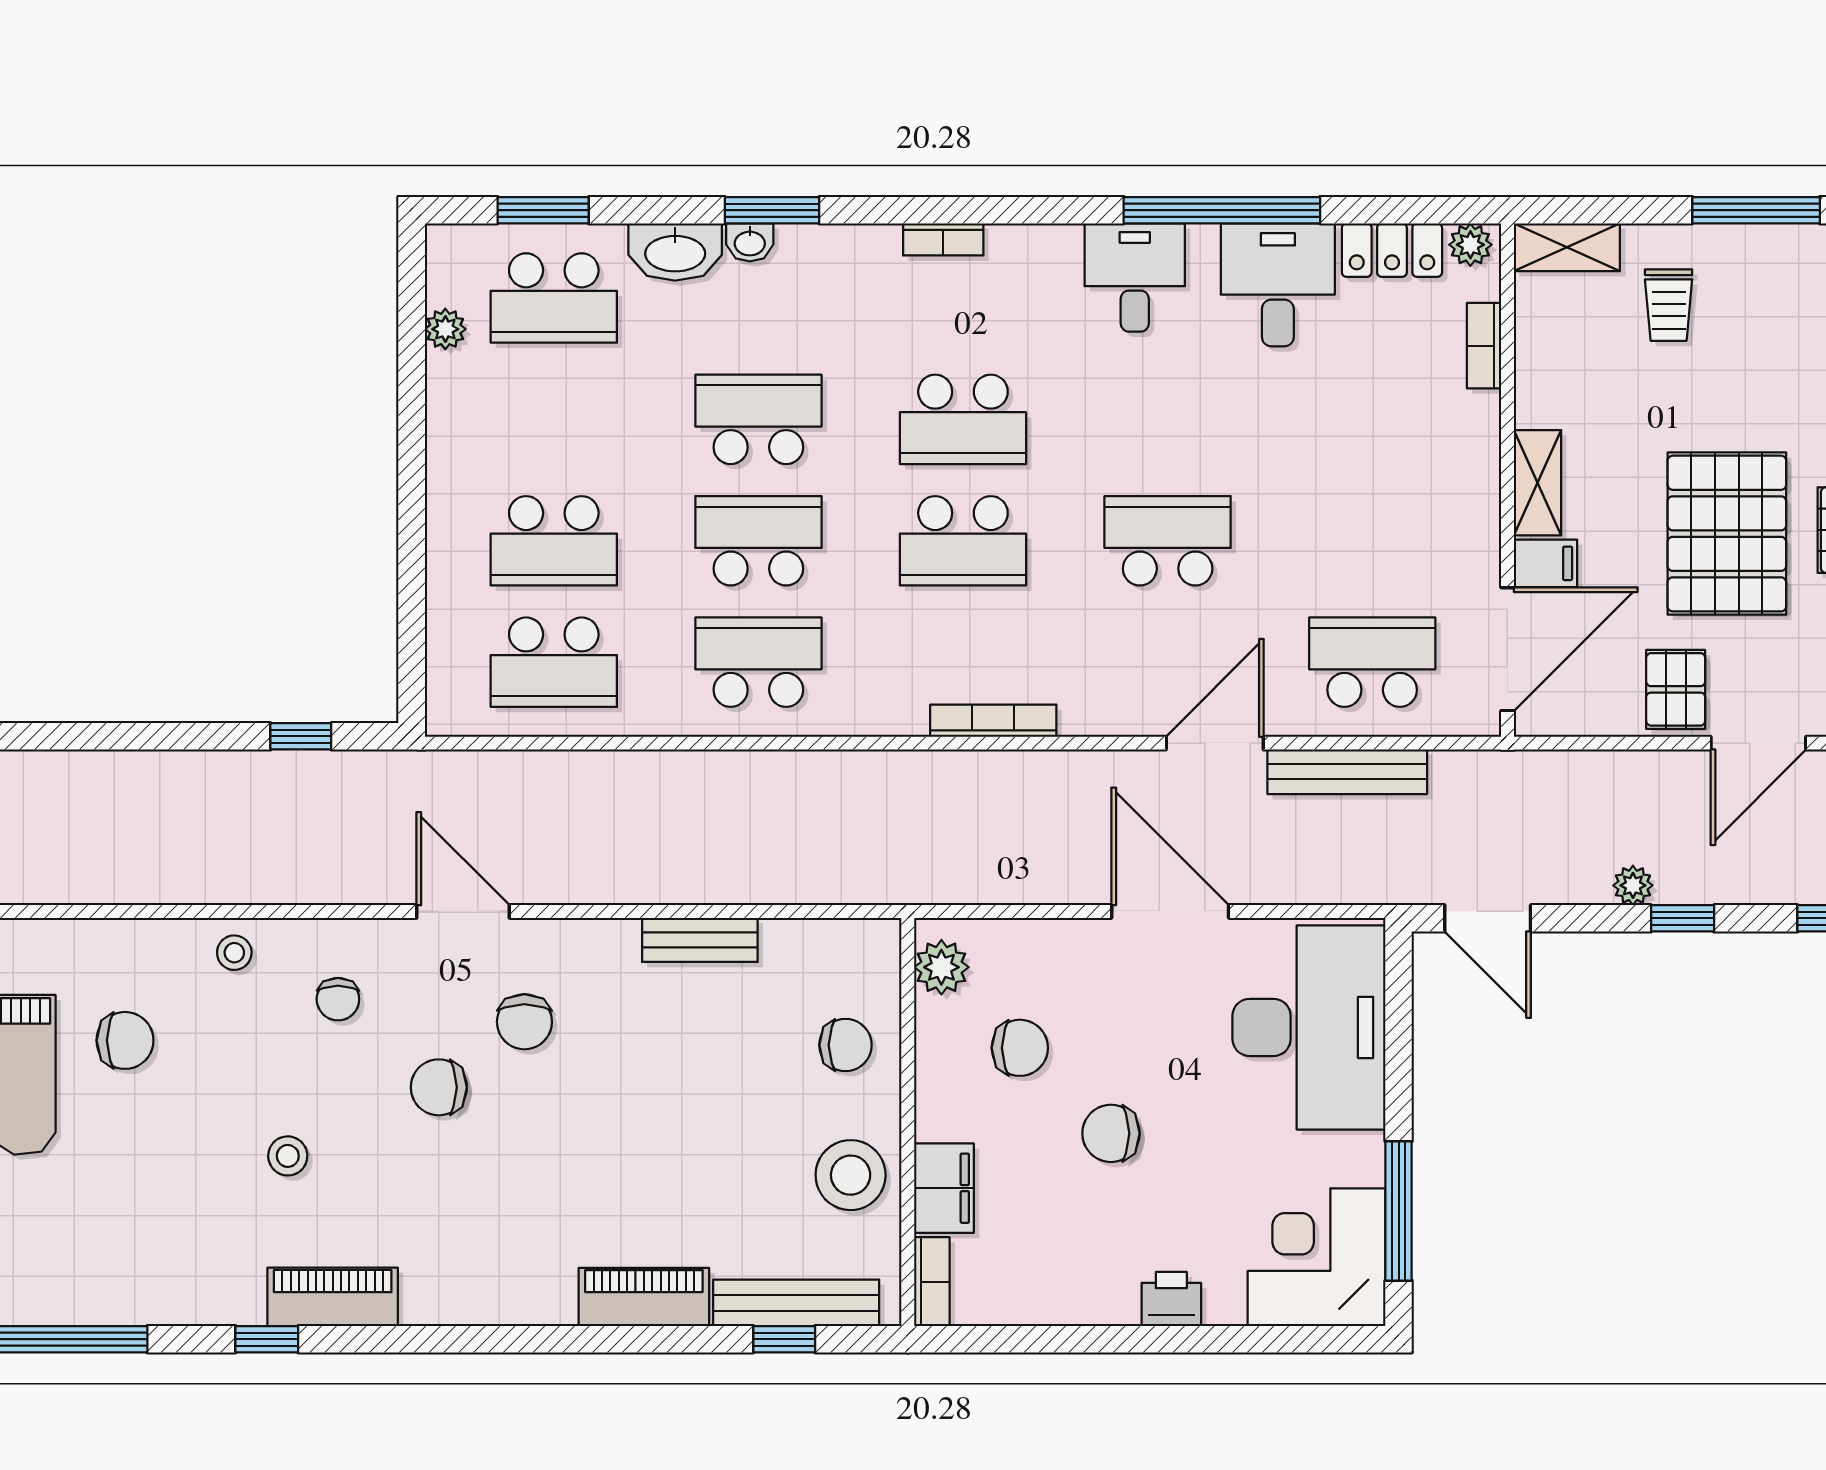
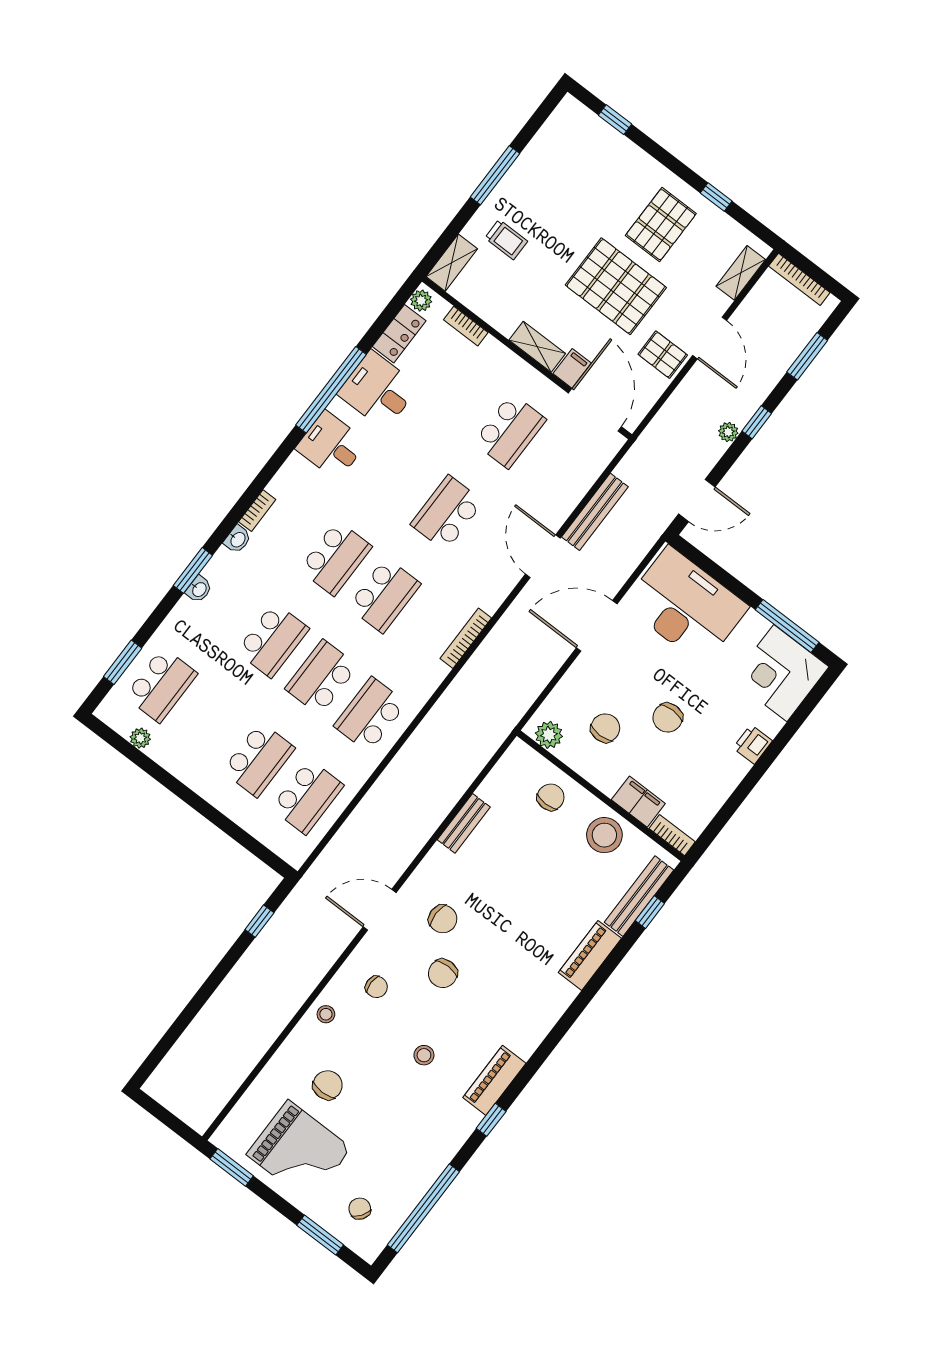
washbasin: (675, 252) -> (238, 539), moved, width x0.52, depth x0.69
school desk: (758, 419) -> (273, 640), turned 180
school desk: (1372, 662) -> (510, 431), moved, turned 180

